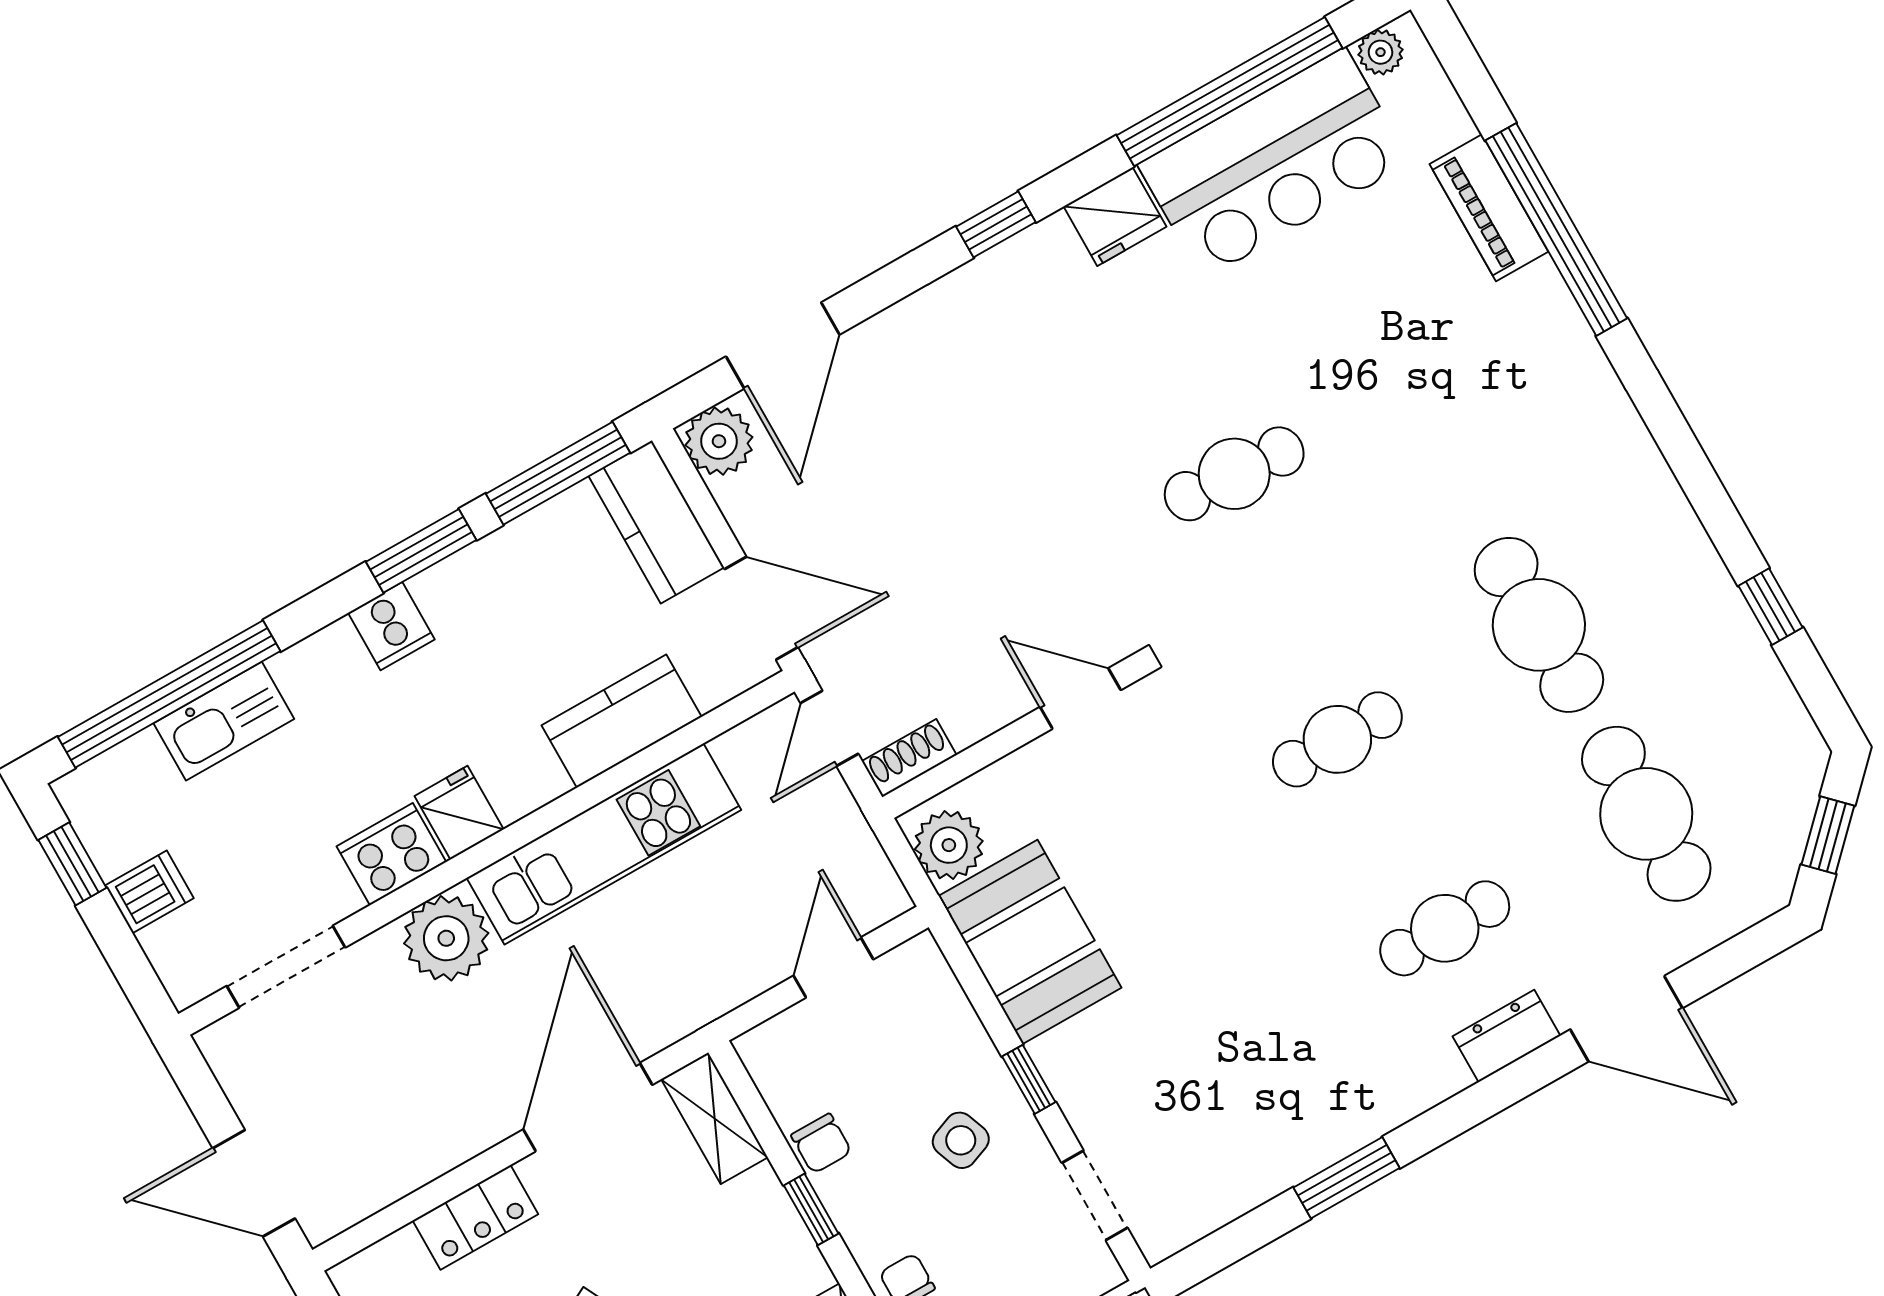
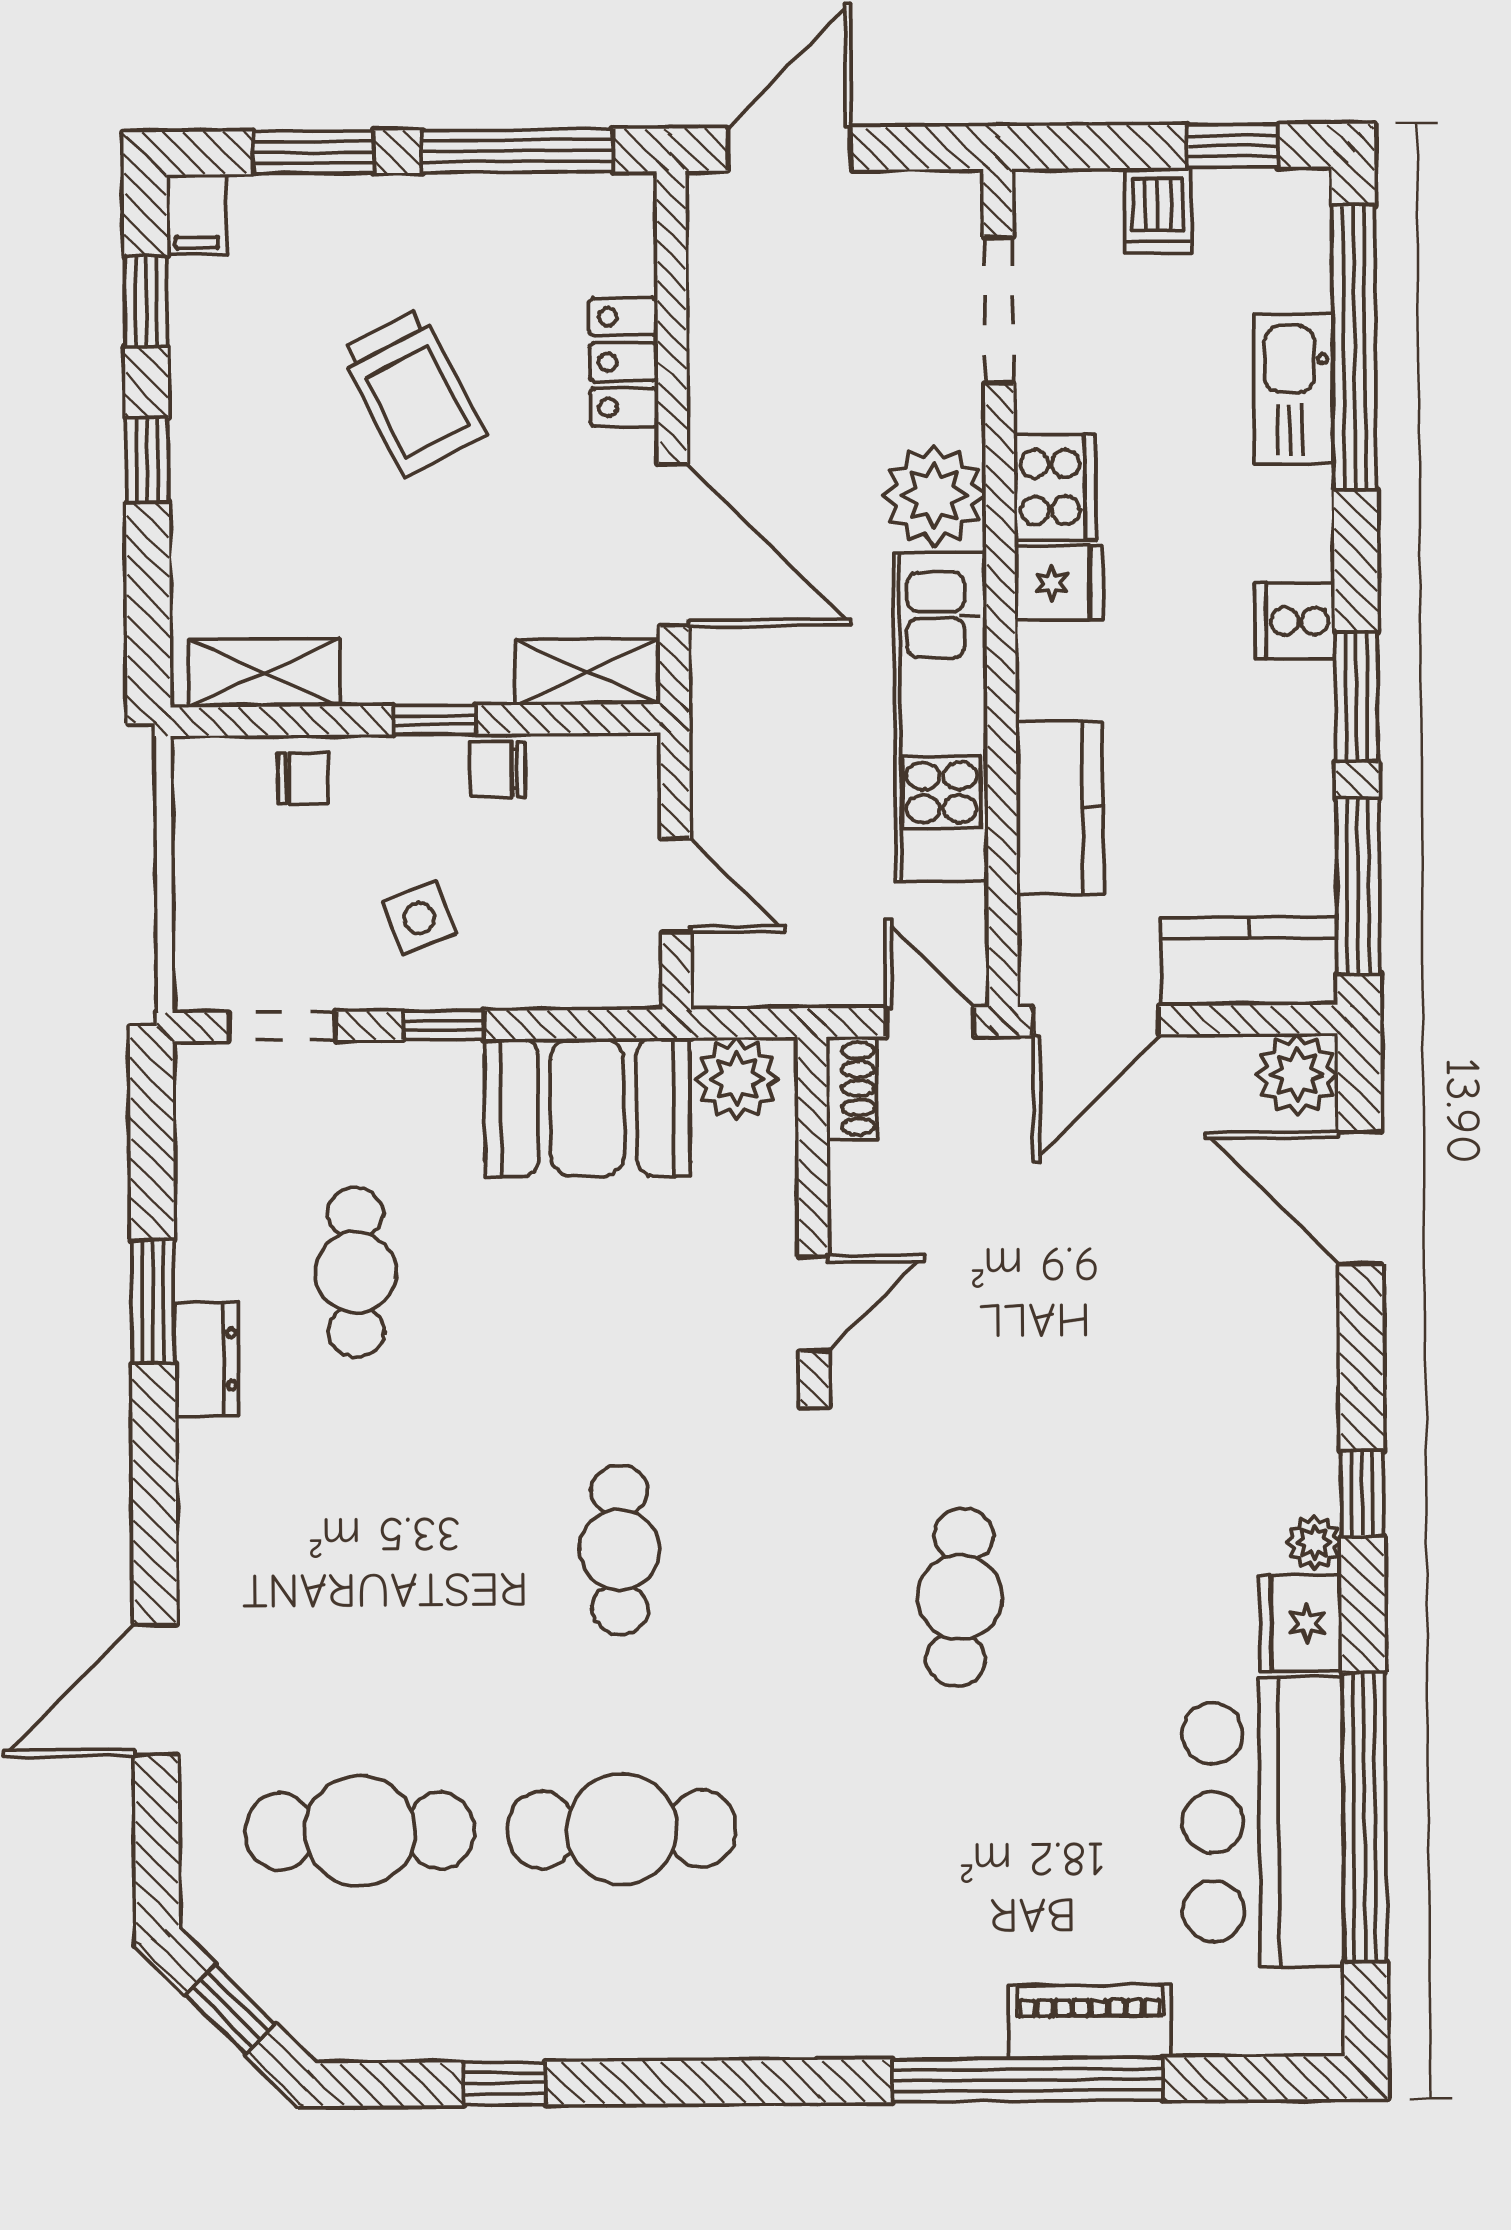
plant: (1381, 52) -> (1314, 1542), moved
cafe table: (1445, 928) -> (356, 1272), moved
dresser: (1506, 1036) -> (207, 1359), moved

